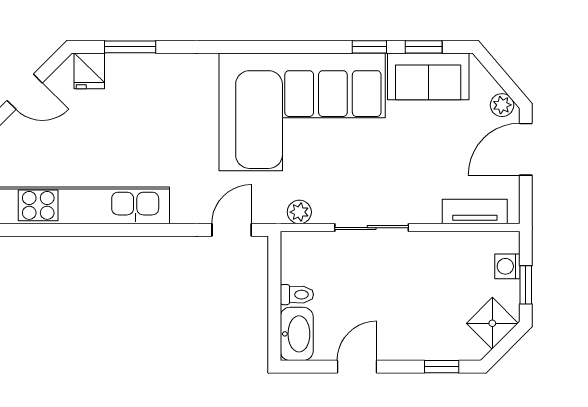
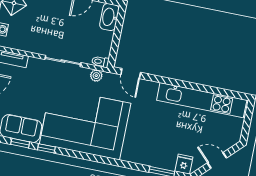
door: (232, 230) -> (131, 74), hinge flipped
toilet: (297, 295) -> (100, 62), moved

